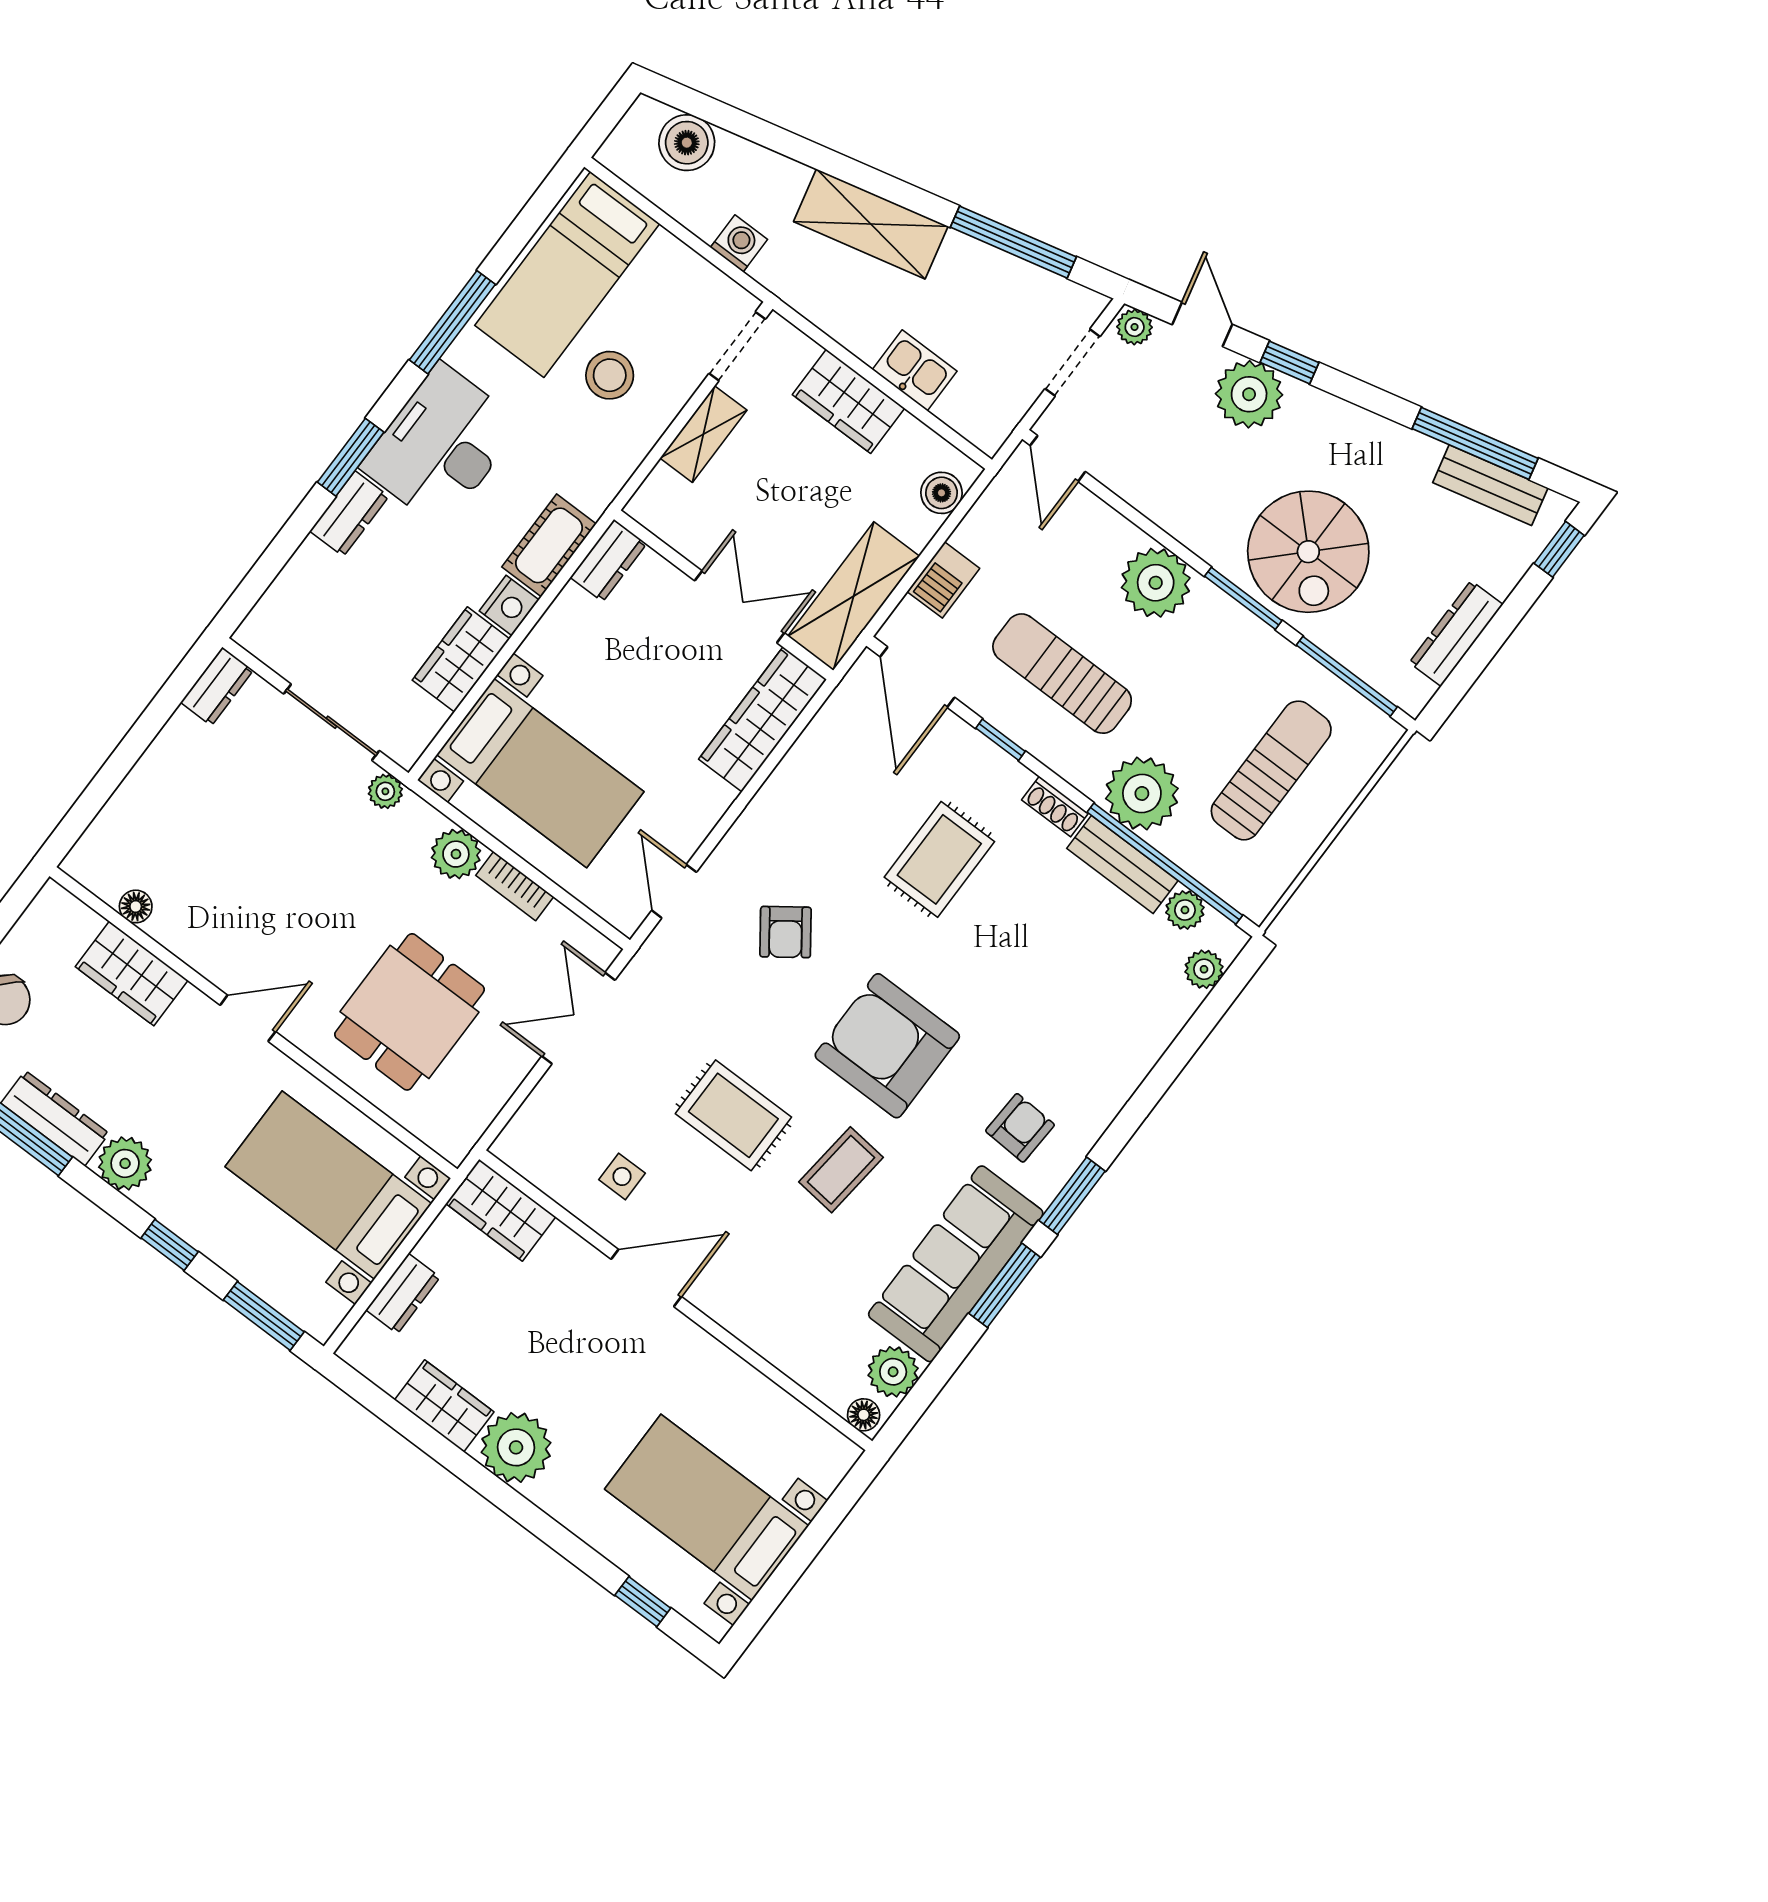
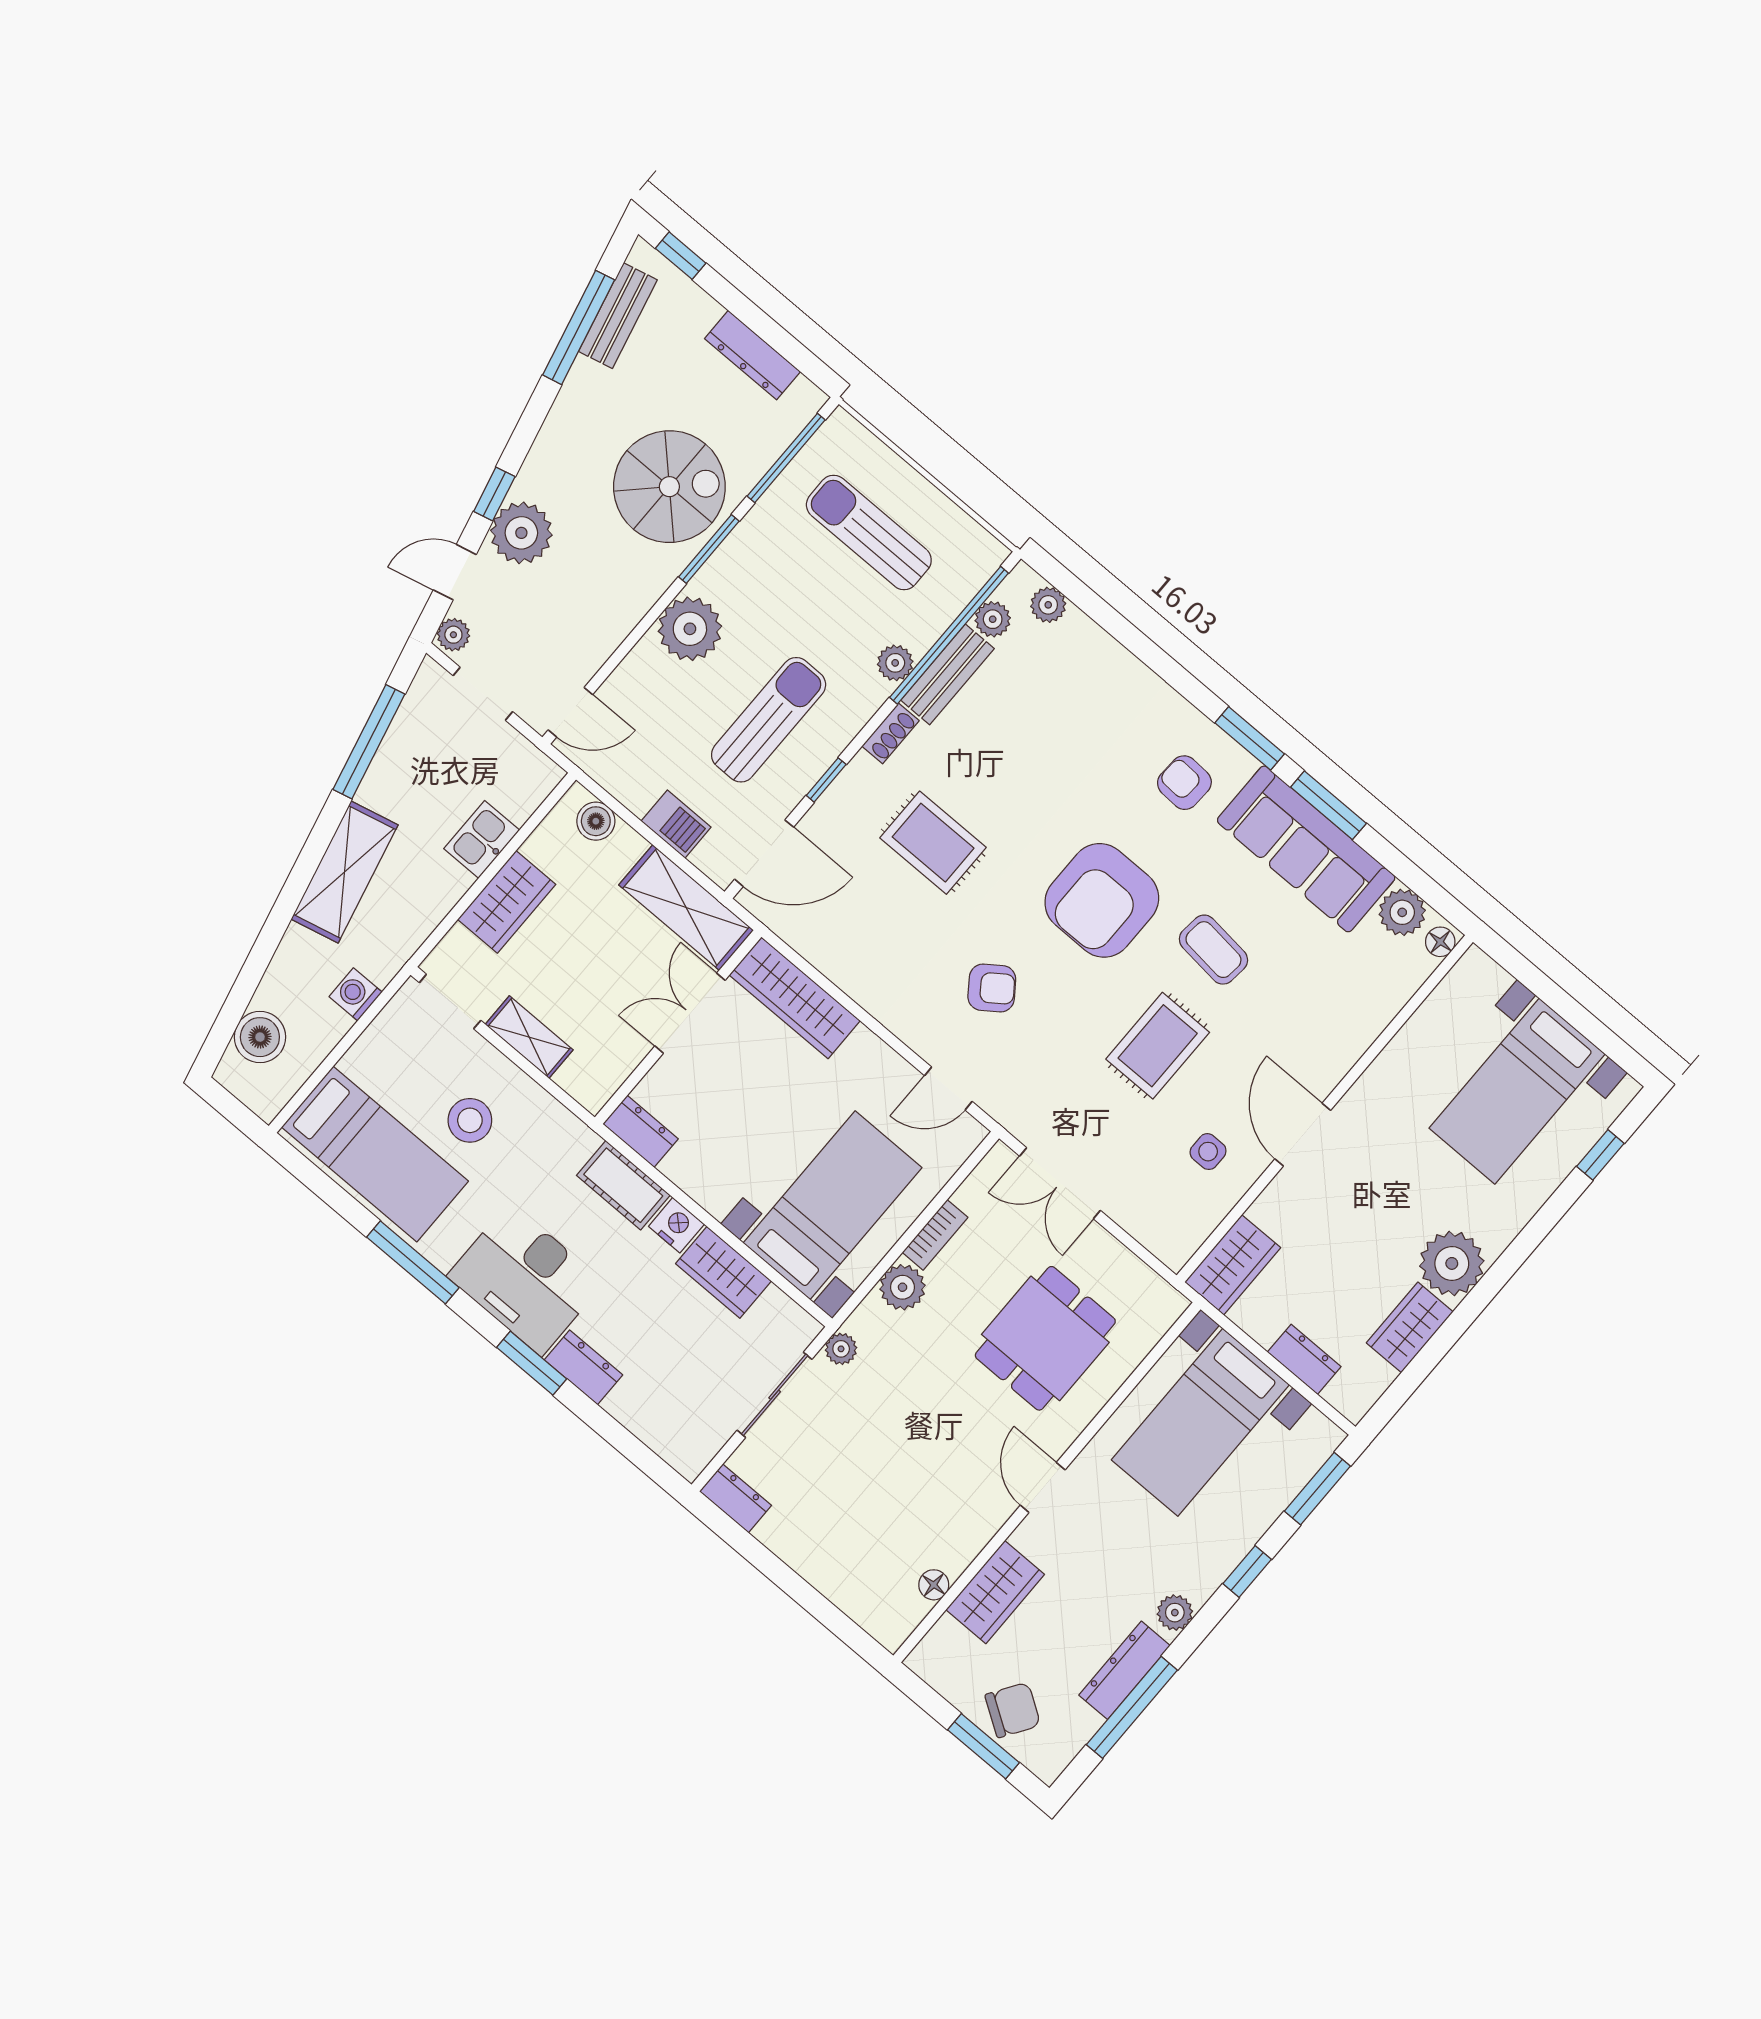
sun lounger: (1062, 674) -> (769, 720), turned 180
plant: (1142, 793) -> (895, 663), width x0.53, depth x0.53
dining table: (410, 1012) -> (1045, 1338), turned 90
plant: (125, 1163) -> (1175, 1613), width x0.73, depth x0.73

